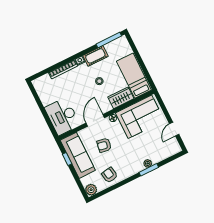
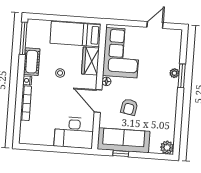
door: (174, 129) -> (155, 25), swing flipped
armchair: (110, 175) -> (163, 120), removed

